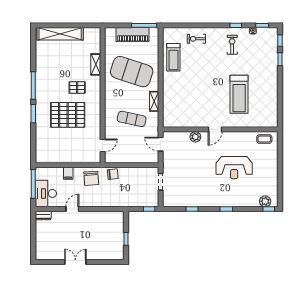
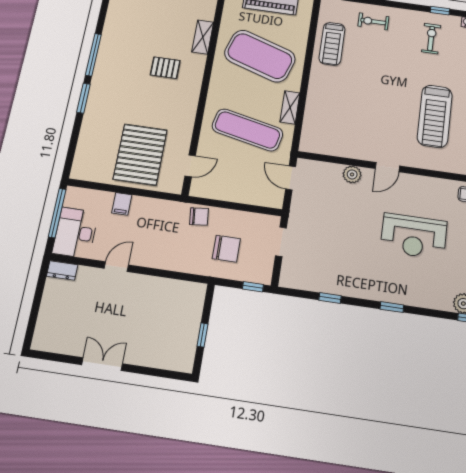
pallet: (68, 115) -> (140, 155), moved, turned 90
exercise mat: (132, 119) -> (247, 130), width x1.36, depth x1.45
chair: (91, 178) -> (226, 249), moved, turned -86

